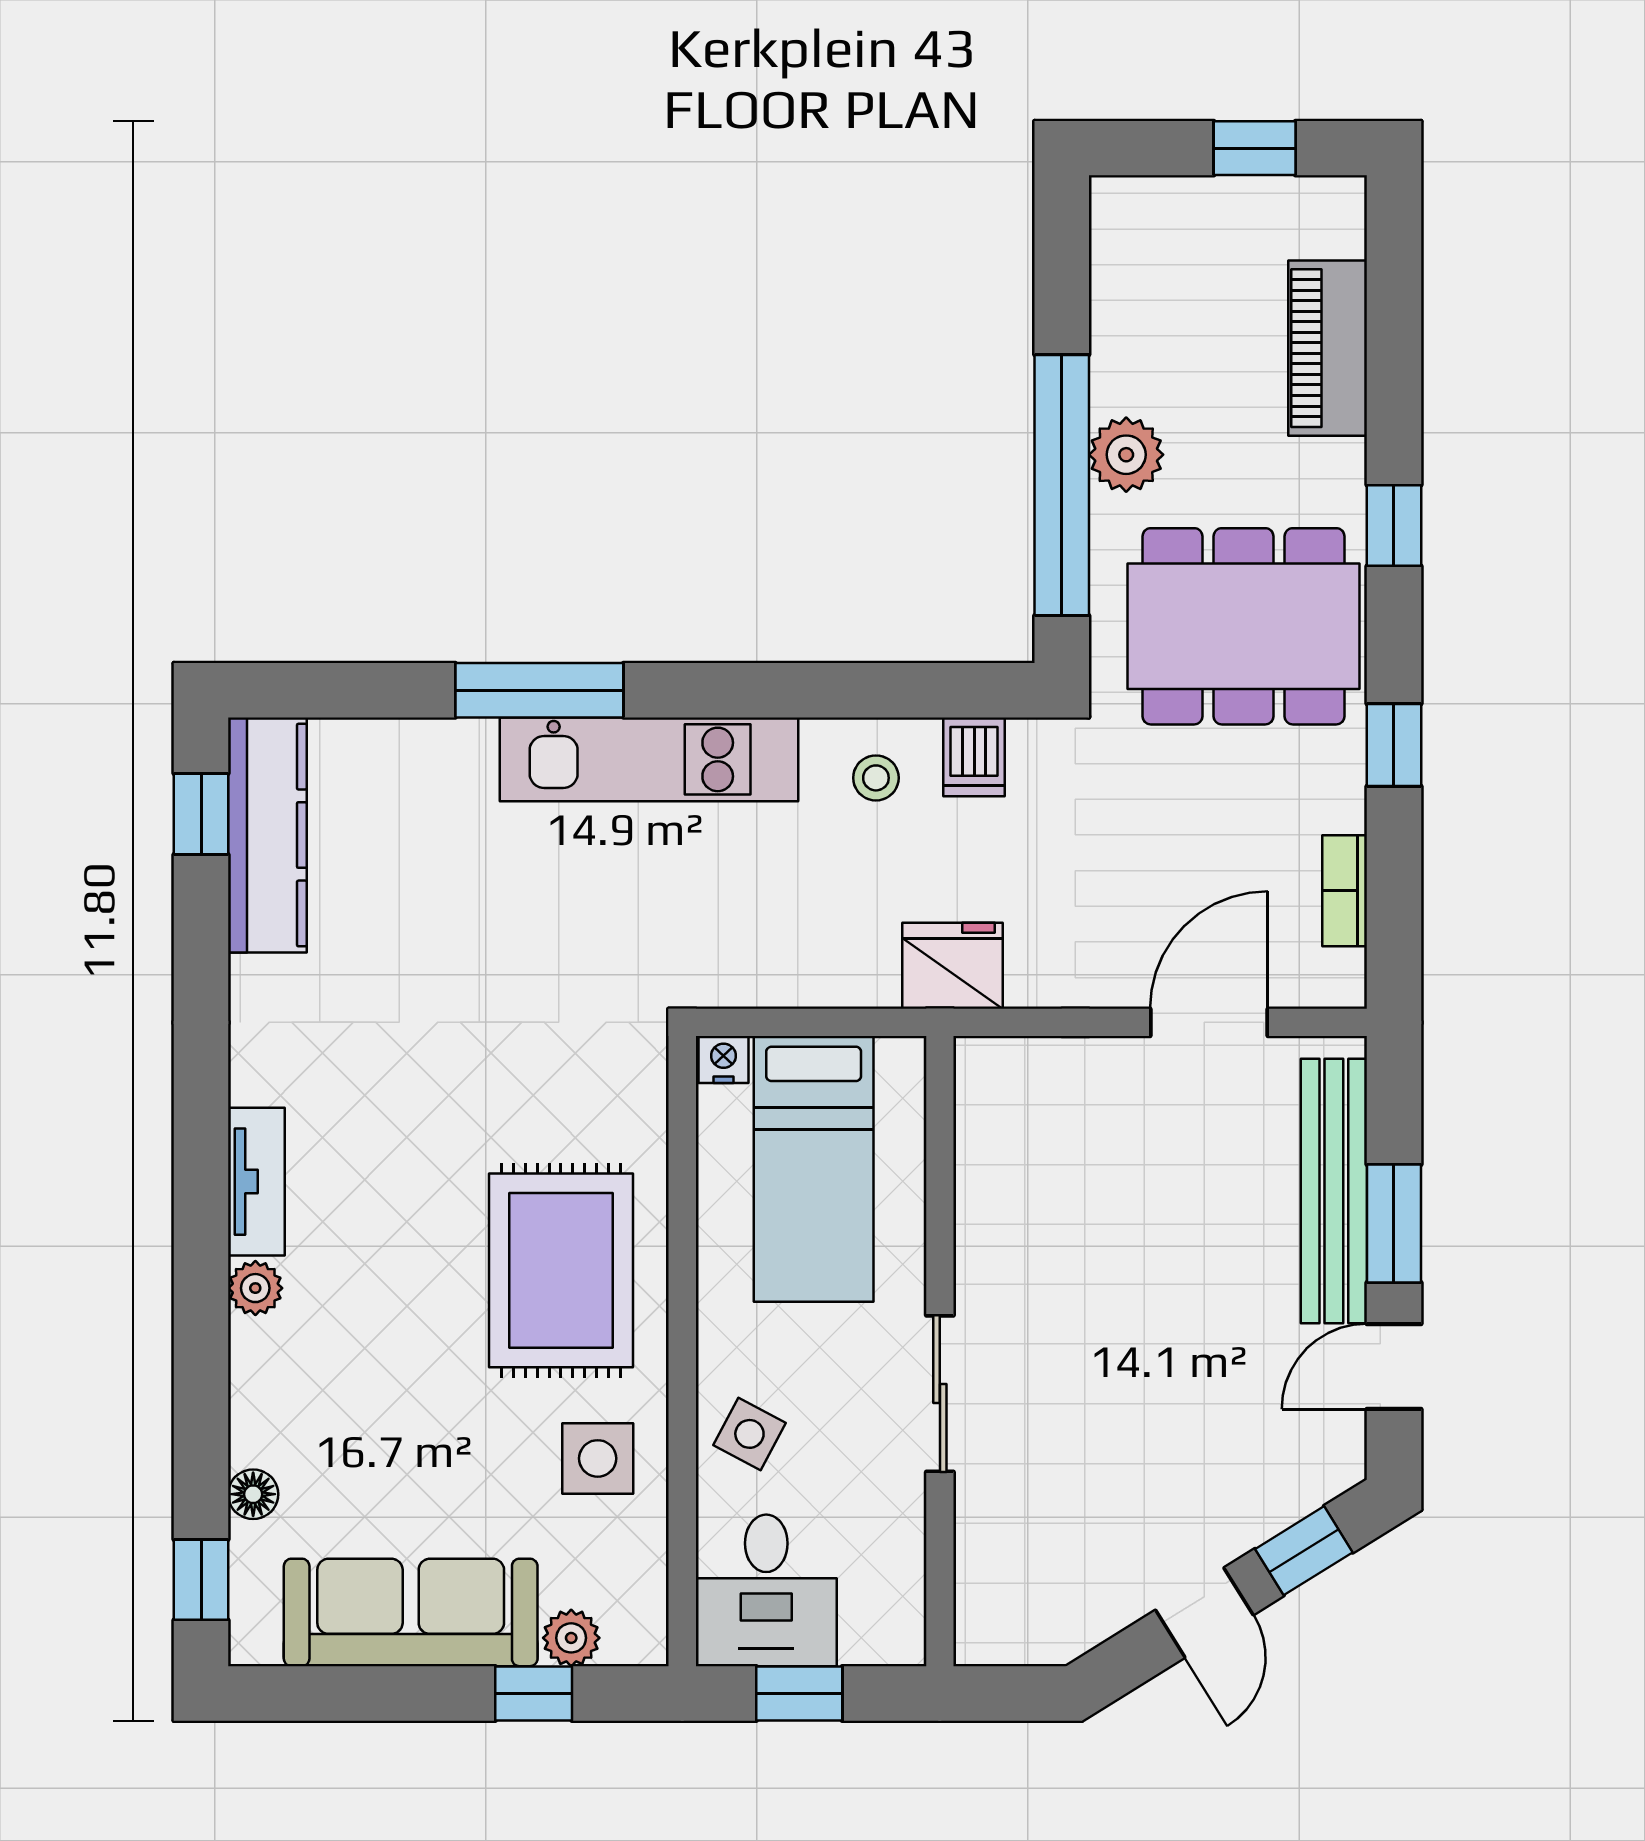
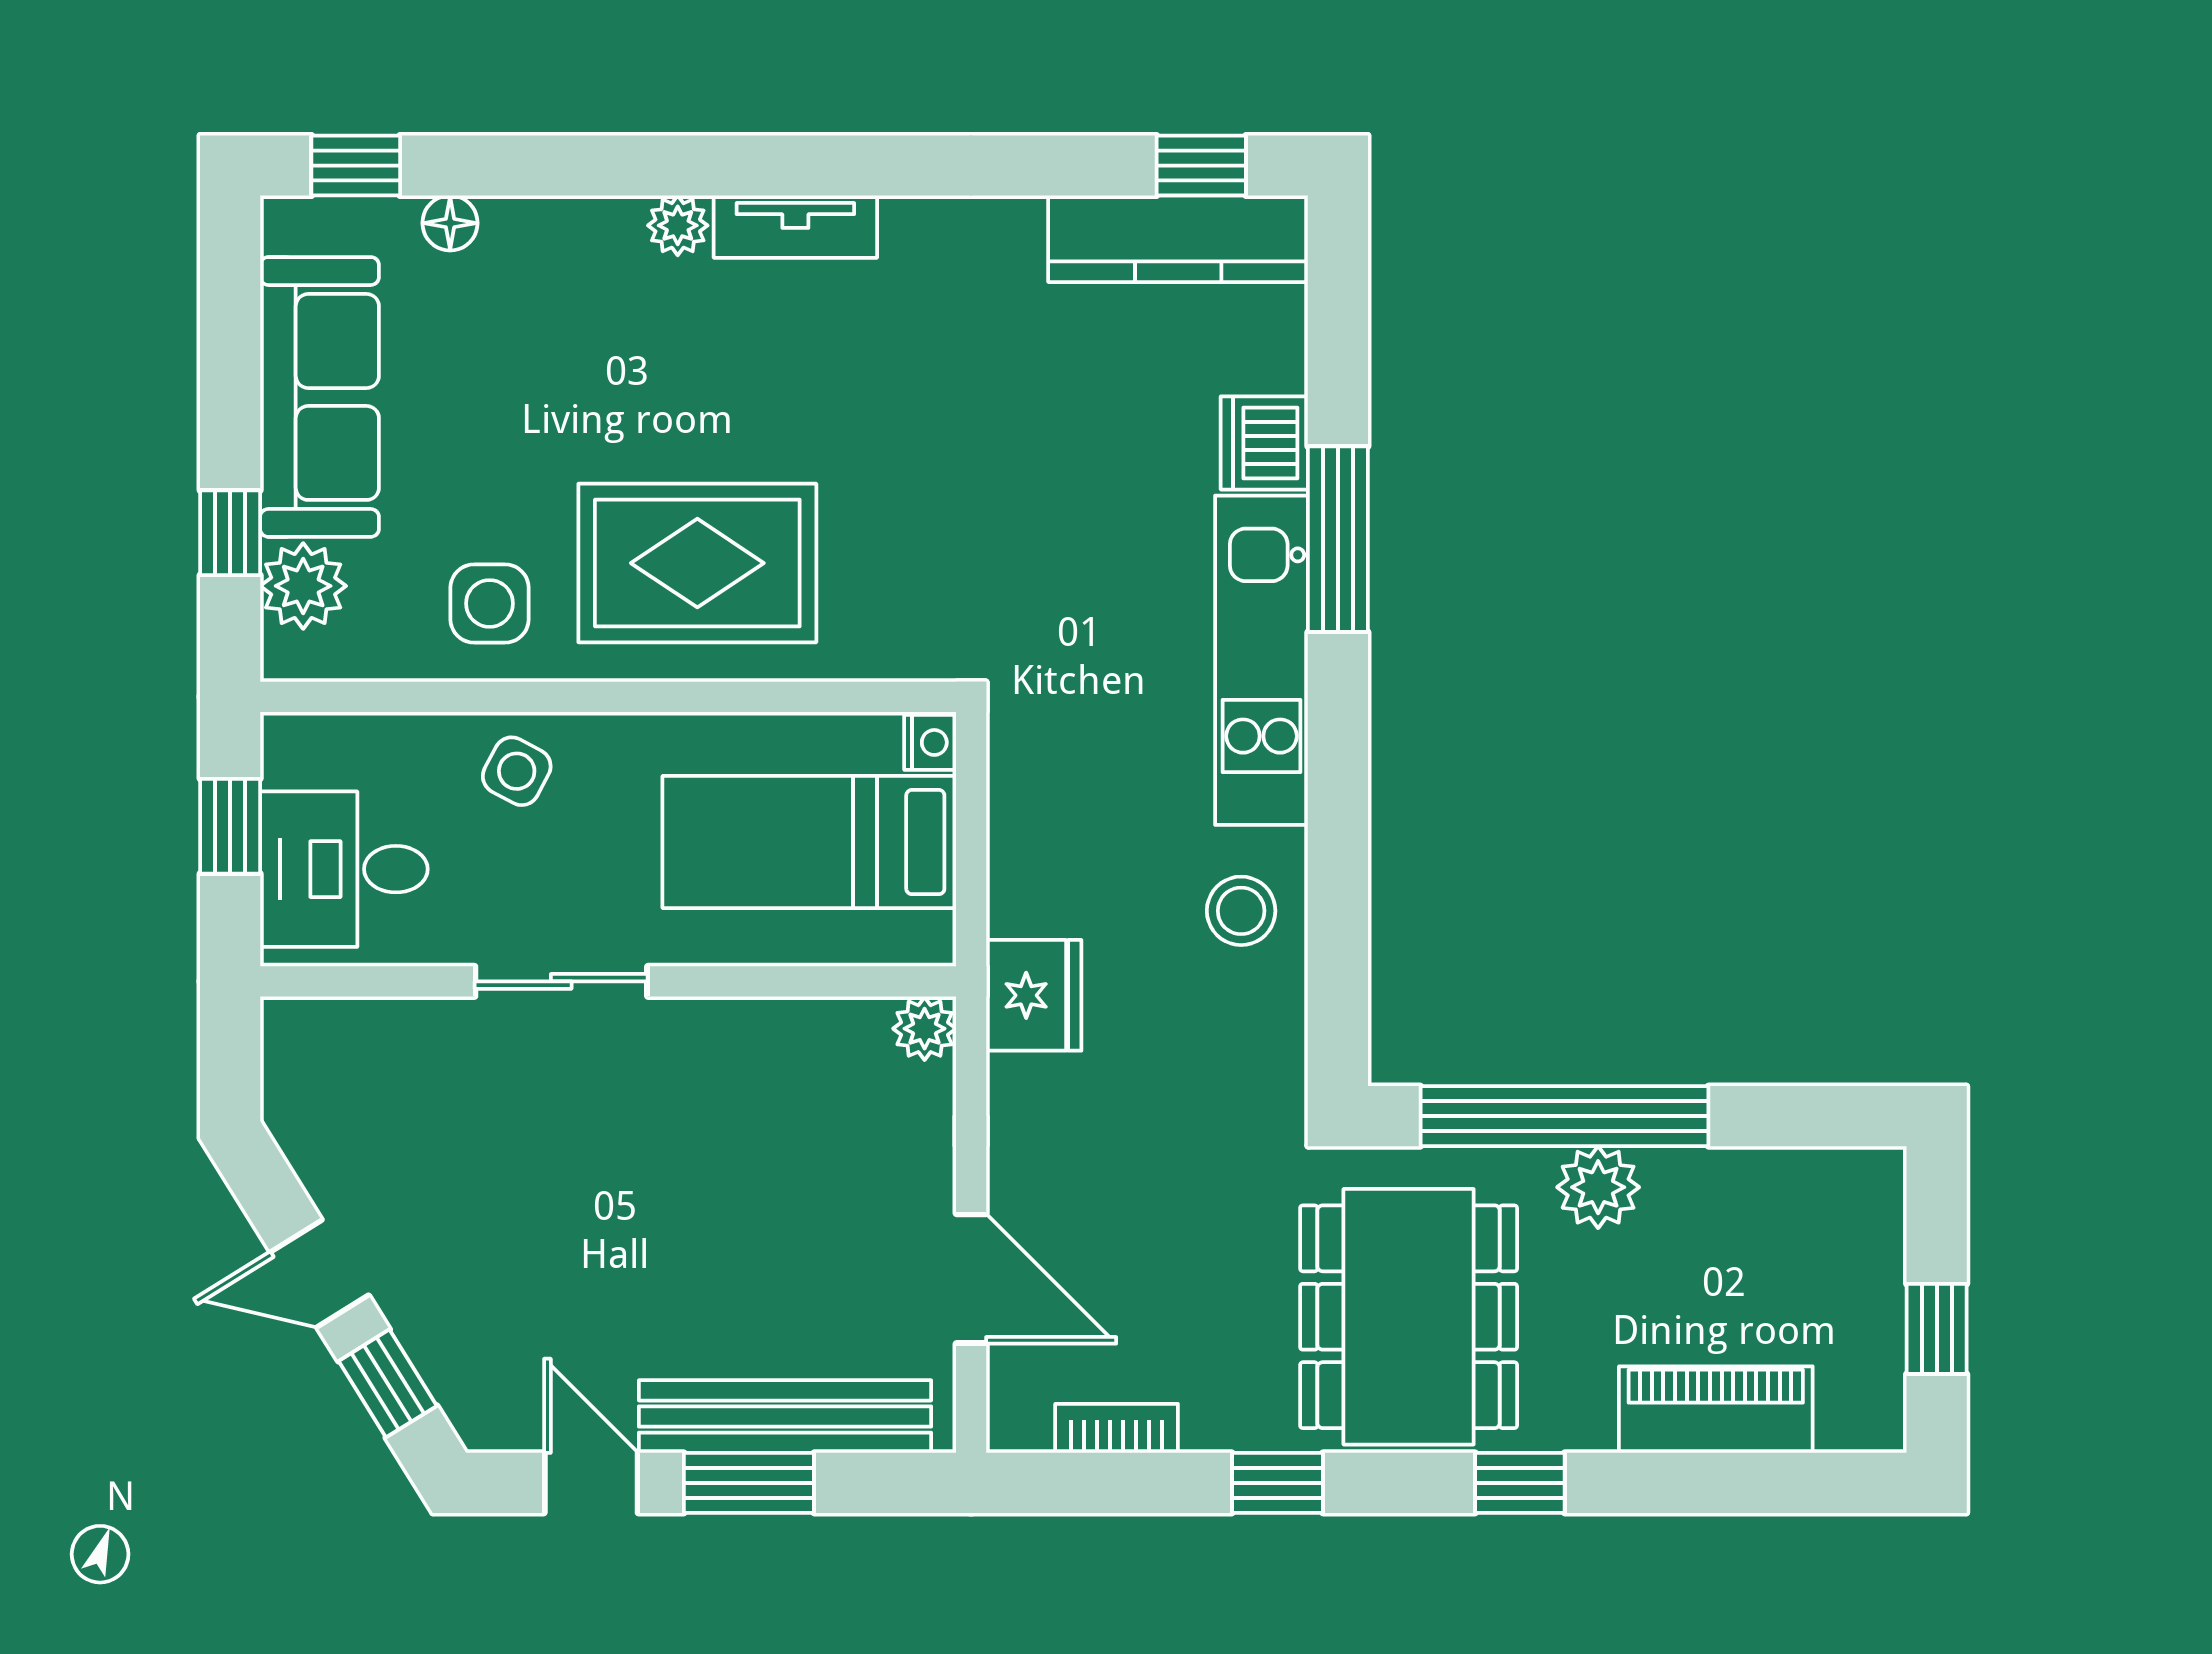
dishwasher: (974, 757) -> (1264, 443), moved, width x1.38
stool: (876, 778) -> (1241, 911), width x1.37, depth x1.37
plant: (983, 1065) -> (925, 1029), added
desk: (766, 1590) -> (344, 869), moved
plant: (571, 1638) -> (303, 586), width x1.38, depth x1.38

